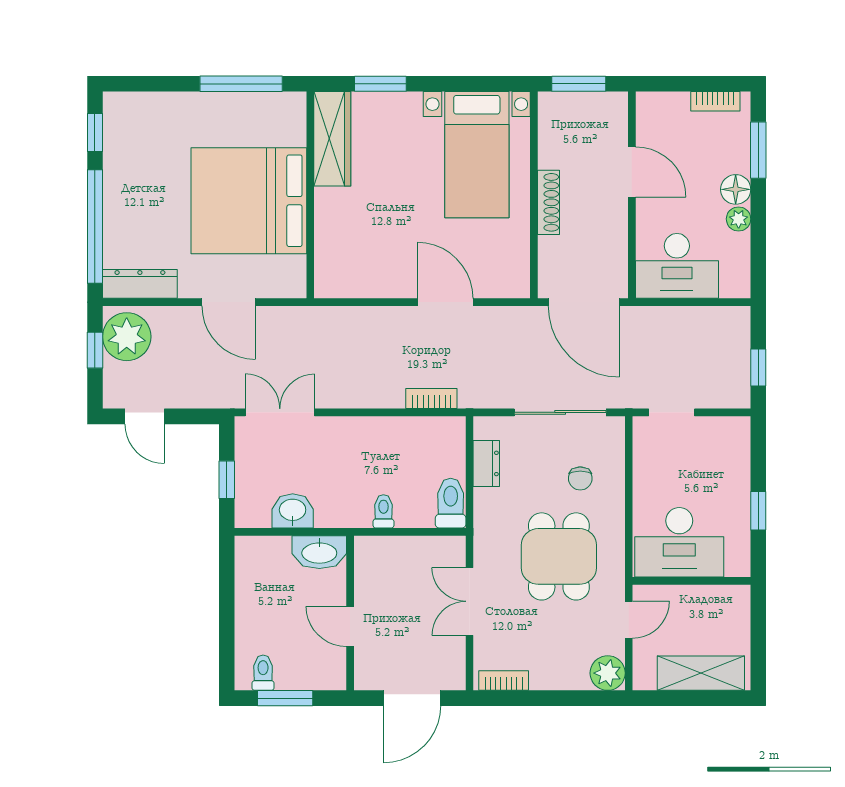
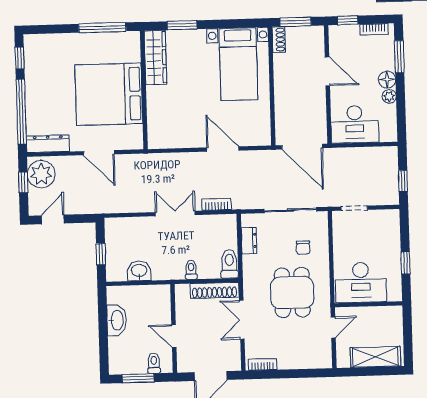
window: (670, 84) -> (348, 20), added
shoe rack: (548, 202) -> (279, 40), moved, width x0.70
double door: (280, 412) -> (175, 214), moved
door: (145, 416) -> (53, 219), swing flipped
shoe rack: (423, 549) -> (215, 290), added
washbasin: (319, 552) -> (117, 320), moved, turned -90
toilet: (263, 673) -> (154, 363), moved
plant: (608, 673) -> (322, 358), removed

